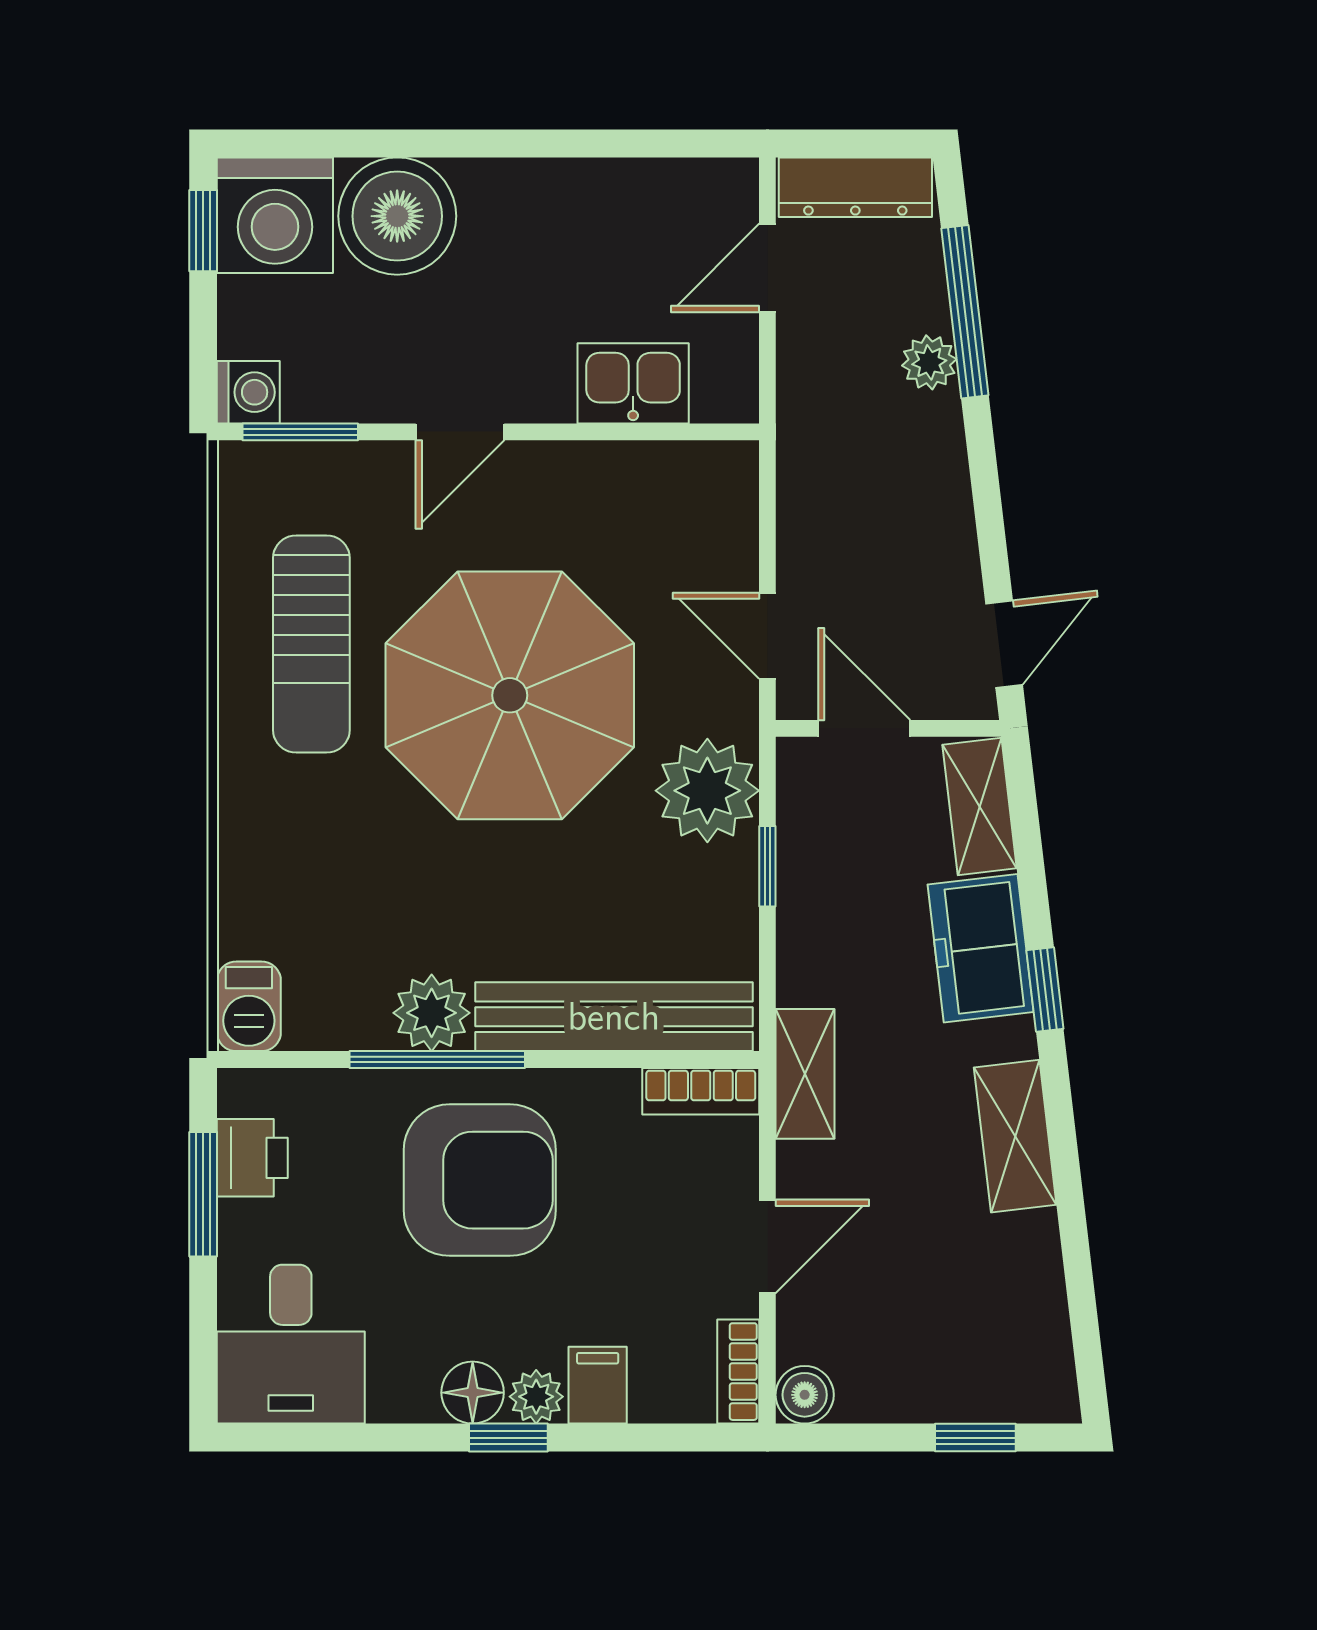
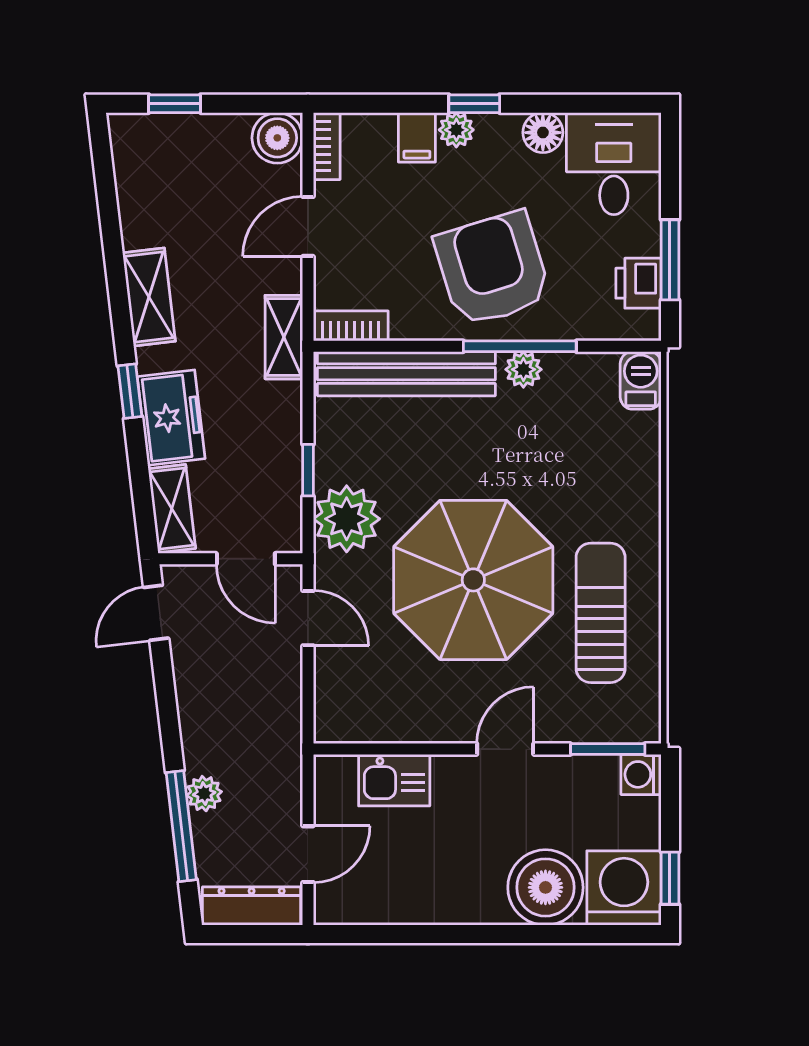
plant: (432, 1013) -> (523, 369), width x0.73, depth x0.73
armchair: (480, 1180) -> (493, 269), turned 73
floor lamp: (473, 1393) -> (543, 133), moved
boiler: (805, 1395) -> (277, 138), width x1.36, depth x1.36

